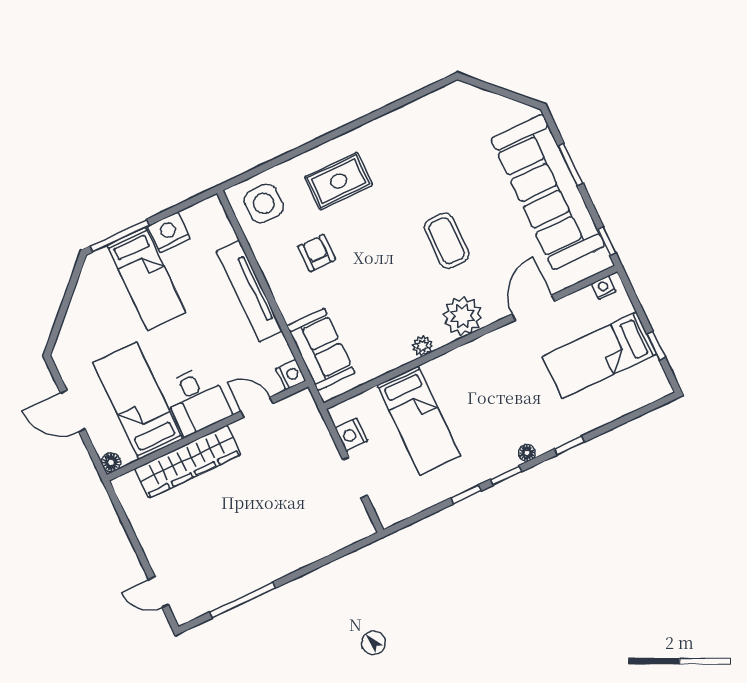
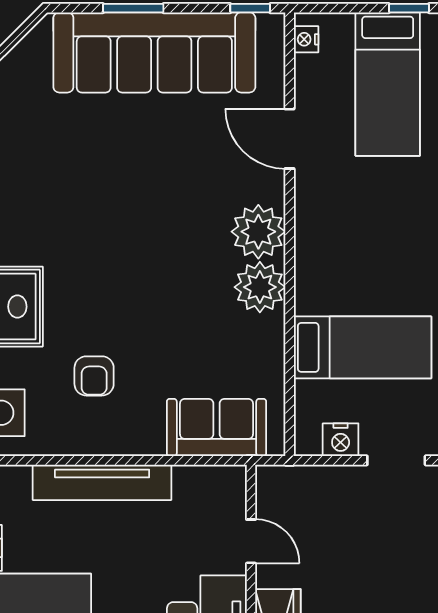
coffee table: (447, 241) -> (155, 207), removed
armchair: (317, 253) -> (94, 376), turned -90
plant: (422, 346) -> (260, 287), width x1.88, depth x1.88
nightstand: (291, 375) -> (230, 480), removed
door: (257, 407) -> (251, 541), swing flipped

